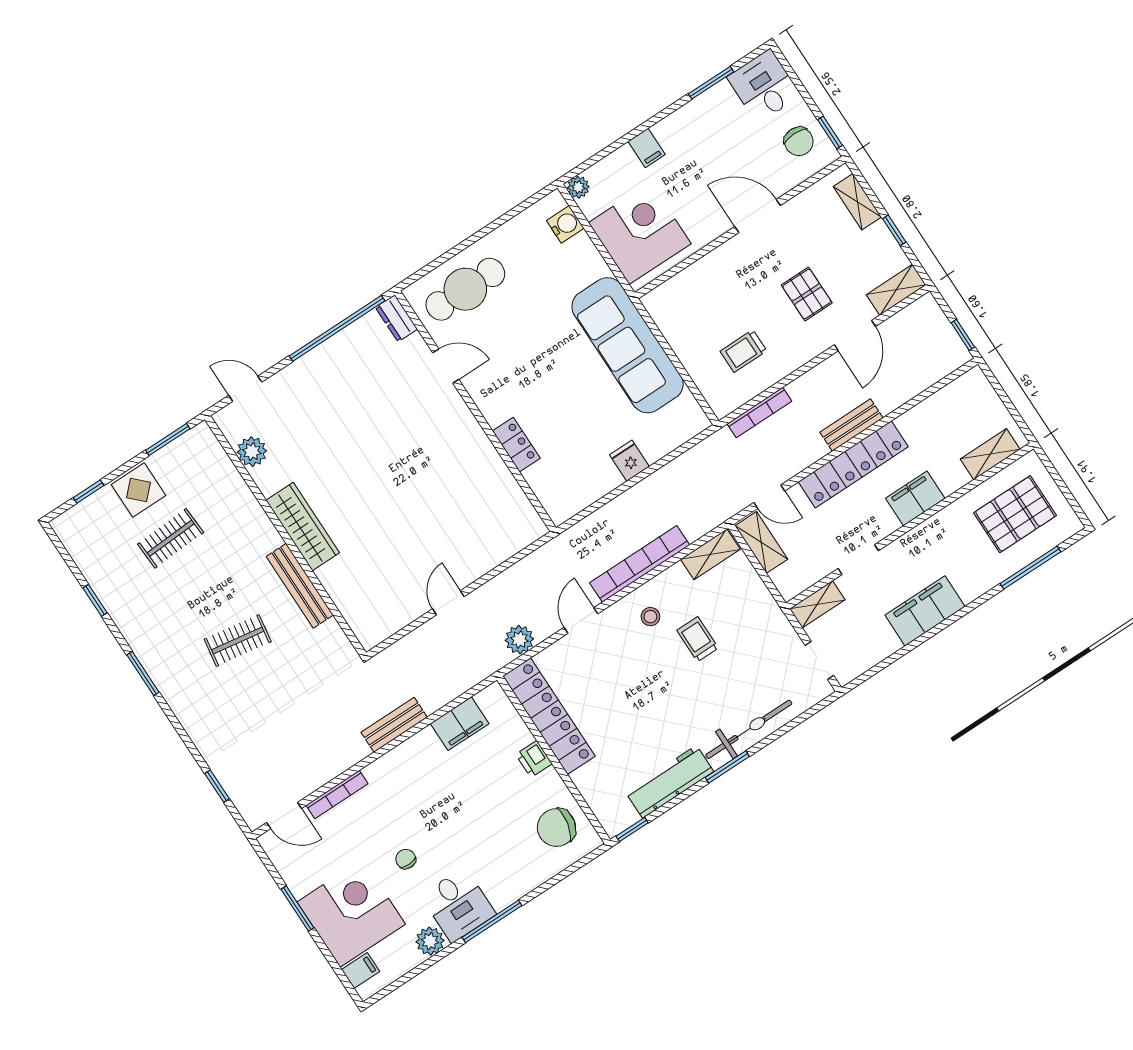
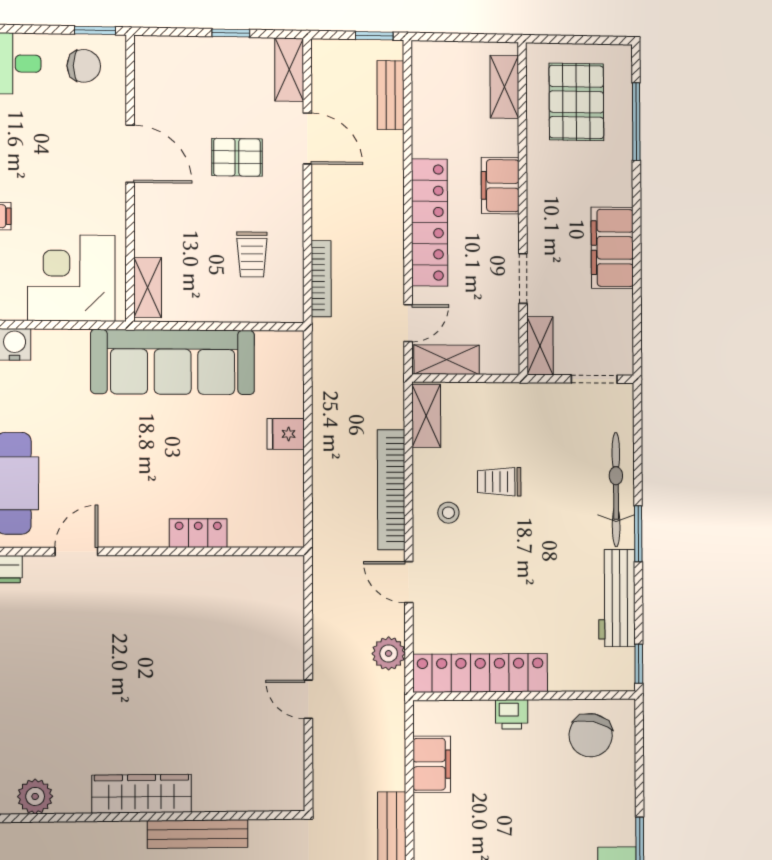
shelving: (857, 202) -> (148, 288), moved, turned 90
door: (758, 216) -> (130, 154), swing flipped
bench: (851, 425) -> (391, 95), moved

